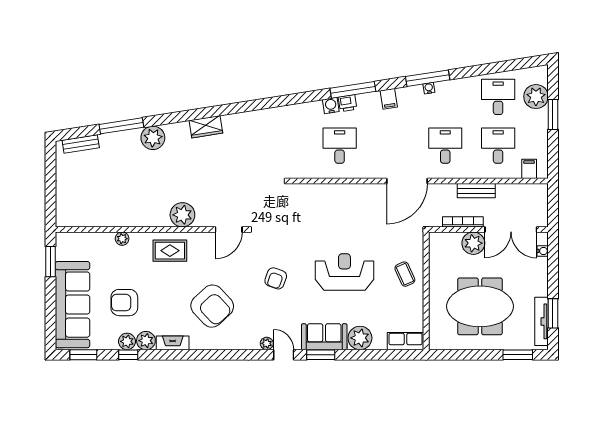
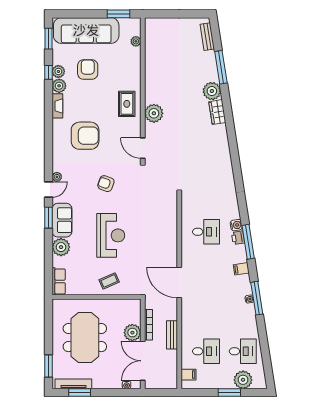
wardrobe: (206, 127) -> (217, 112), moved
desk: (445, 146) -> (206, 311), removed
plant: (122, 239) -> (136, 41), moved
armchair: (212, 306) -> (85, 136), turned -137

